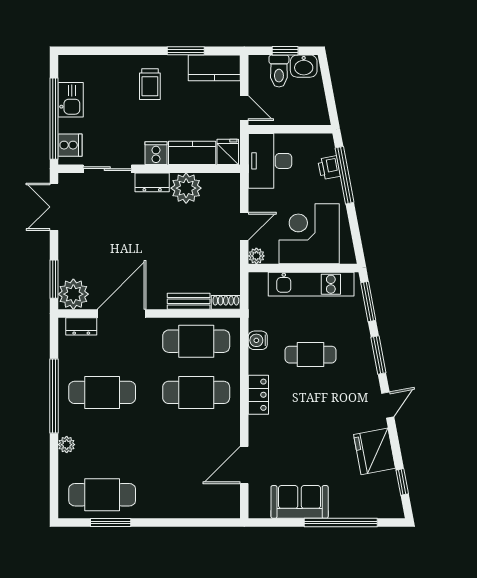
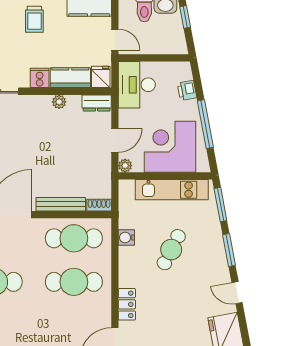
window: (327, 81) -> (185, 17), added
window: (345, 175) -> (205, 124), moved
dresser: (152, 182) -> (97, 103), moved
plant: (186, 188) -> (59, 102), width x0.53, depth x0.53
bench: (189, 301) -> (61, 204), width x1.36
cafe table: (311, 355) -> (171, 250), turned -63
locker: (258, 395) -> (127, 304), moved
door: (388, 405) -> (237, 293), swing flipped

